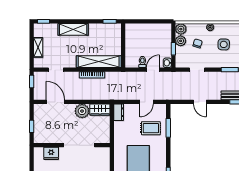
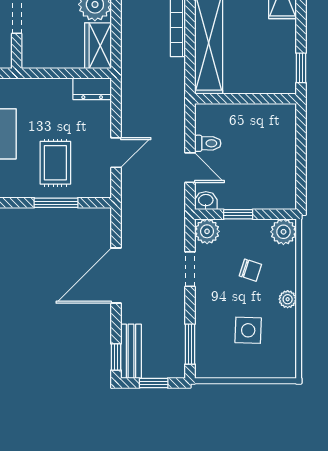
plant: (181, 41) -> (207, 231), moved
door: (146, 102) -> (116, 153), swing flipped
door: (200, 102) -> (116, 276), width x1.88

